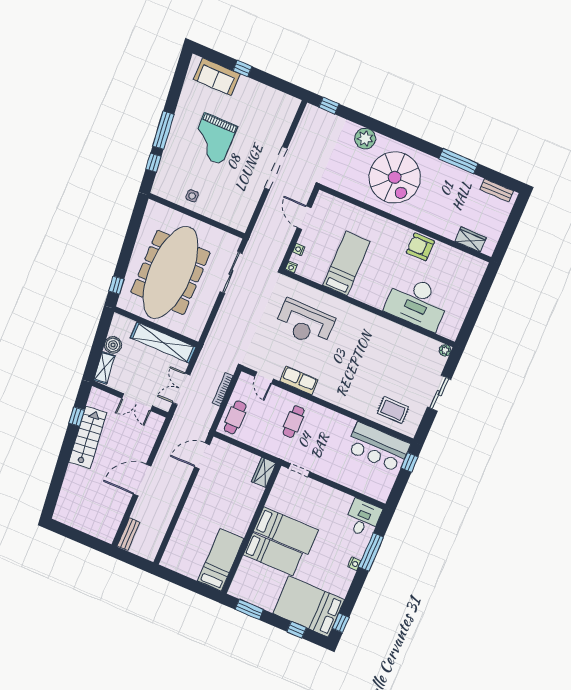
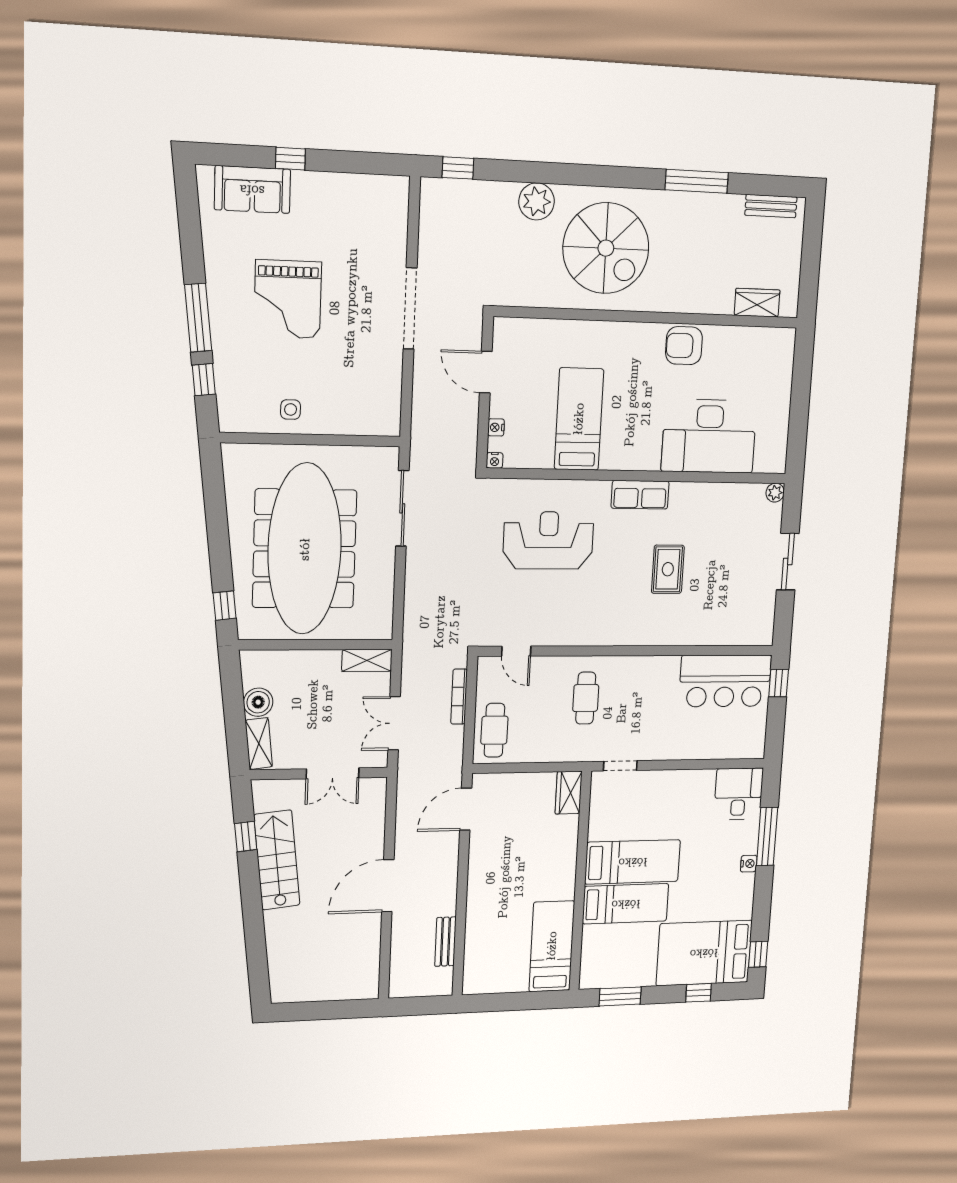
reception desk: (305, 323) -> (548, 540), turned 180
shelving: (163, 342) -> (367, 660), width x0.45, depth x0.75
row of seats: (299, 380) -> (640, 495), moved, turned 180
rug: (393, 410) -> (668, 569), moved, turned 90
bench: (129, 534) -> (445, 942), moved

